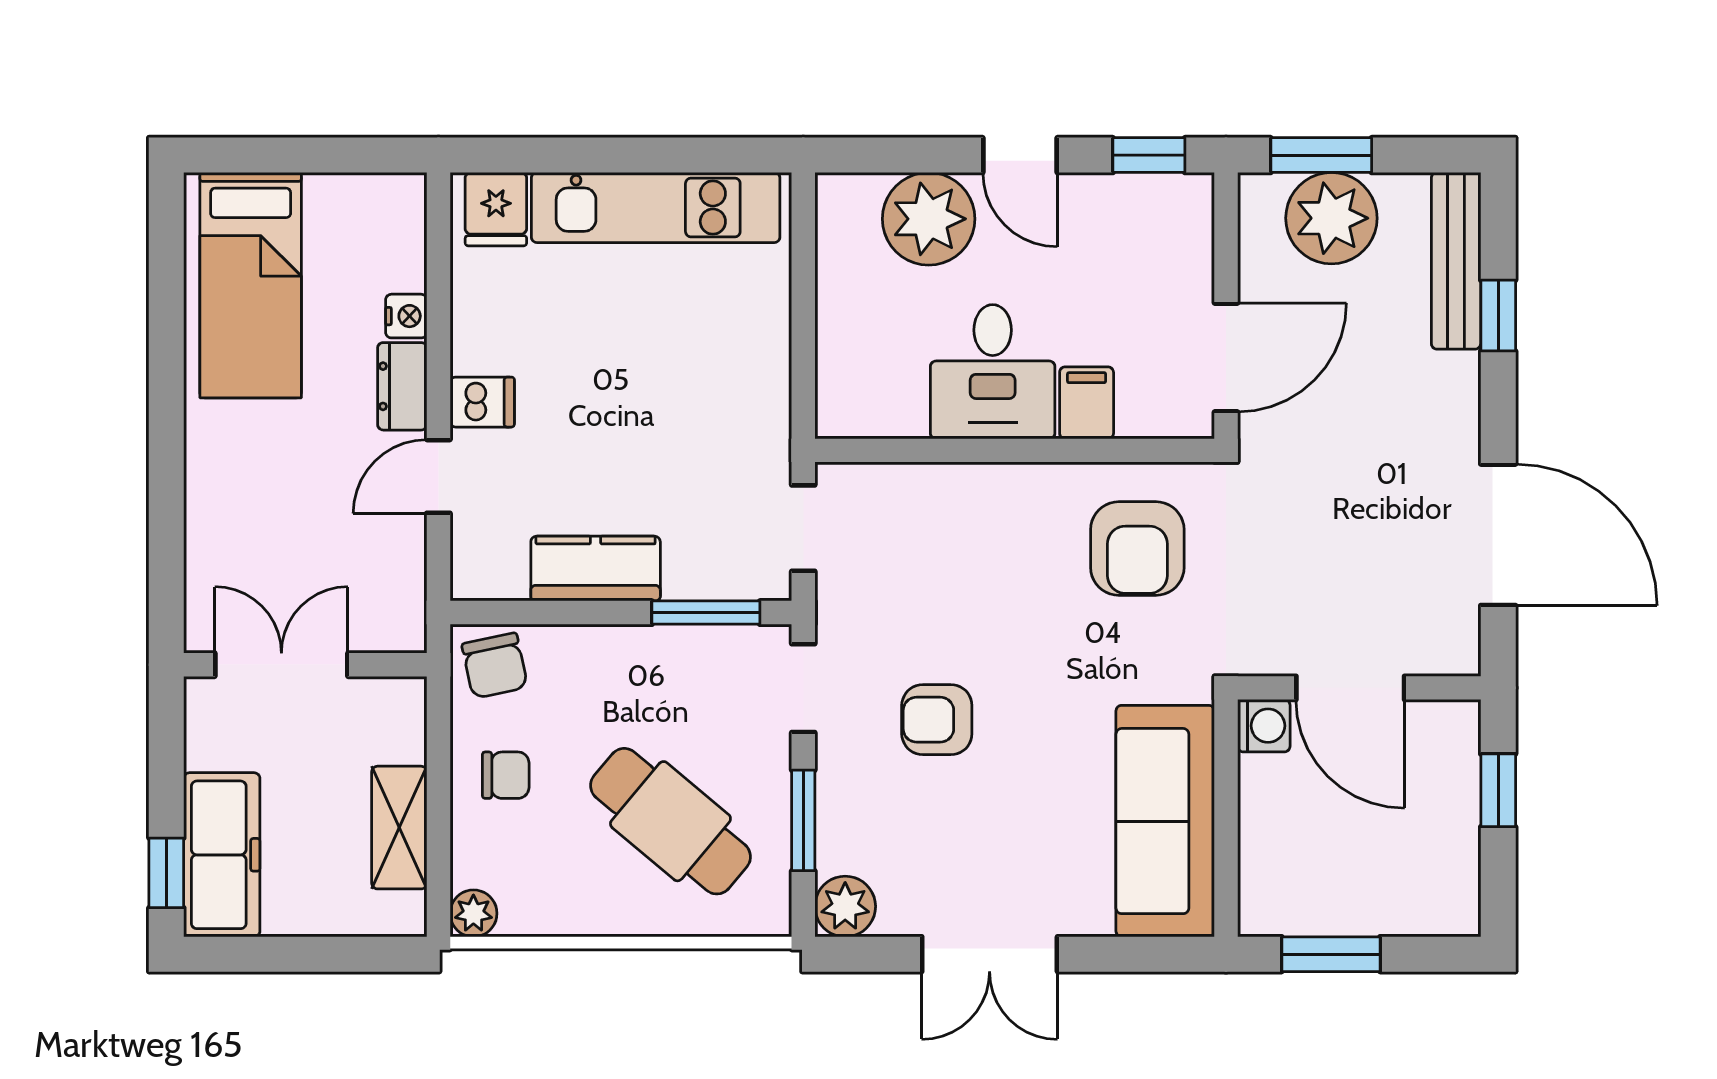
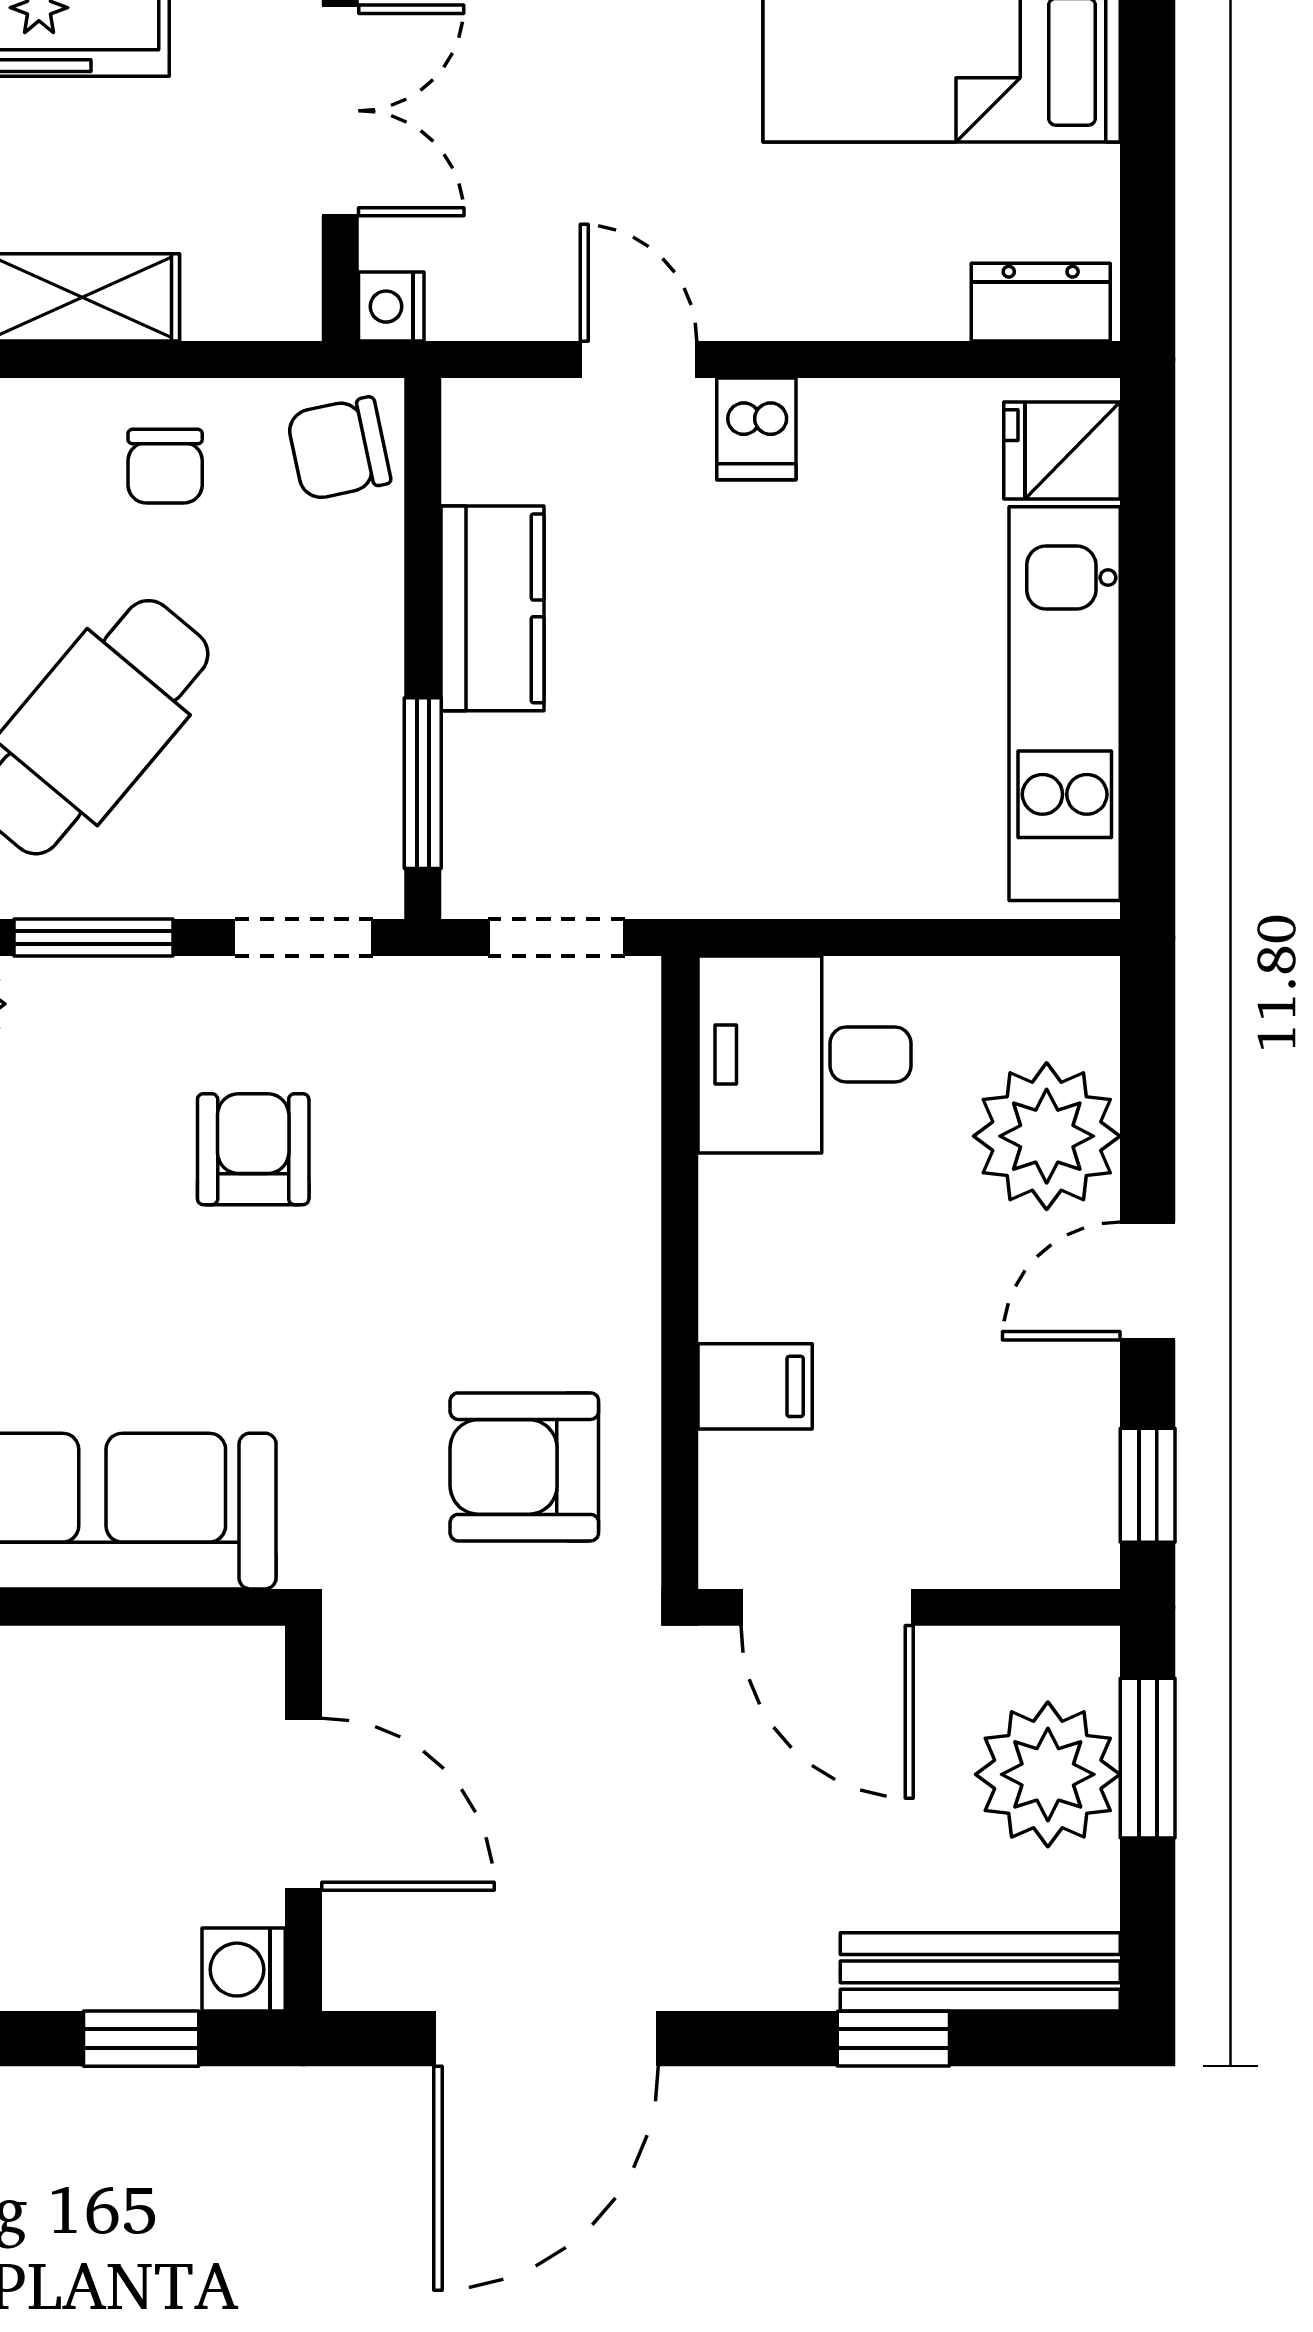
nightstand: (406, 316) -> (391, 307), moved, turned 90
desk: (993, 372) -> (805, 1055), moved
dresser: (402, 386) -> (1041, 302), moved
door: (1350, 688) -> (304, 1804), swing flipped
washing machine: (1264, 726) -> (244, 1970), moved, turned 90

